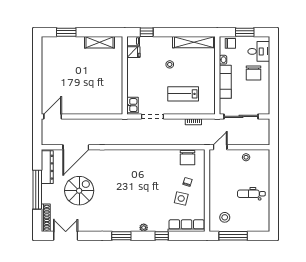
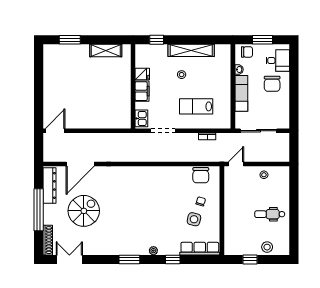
filing cabinet: (133, 41) -> (142, 91), moved, width x2.00
shelving: (194, 42) -> (191, 50), moved
fridge: (133, 52) -> (142, 74), moved
stool: (225, 217) -> (267, 247), moved
window: (233, 236) -> (250, 259), width x0.46

